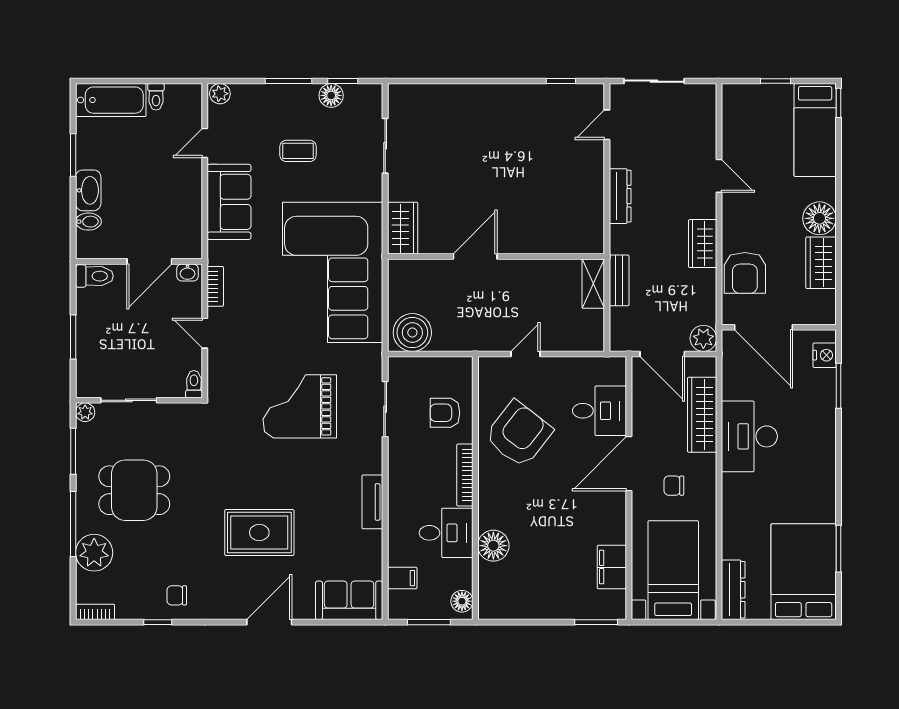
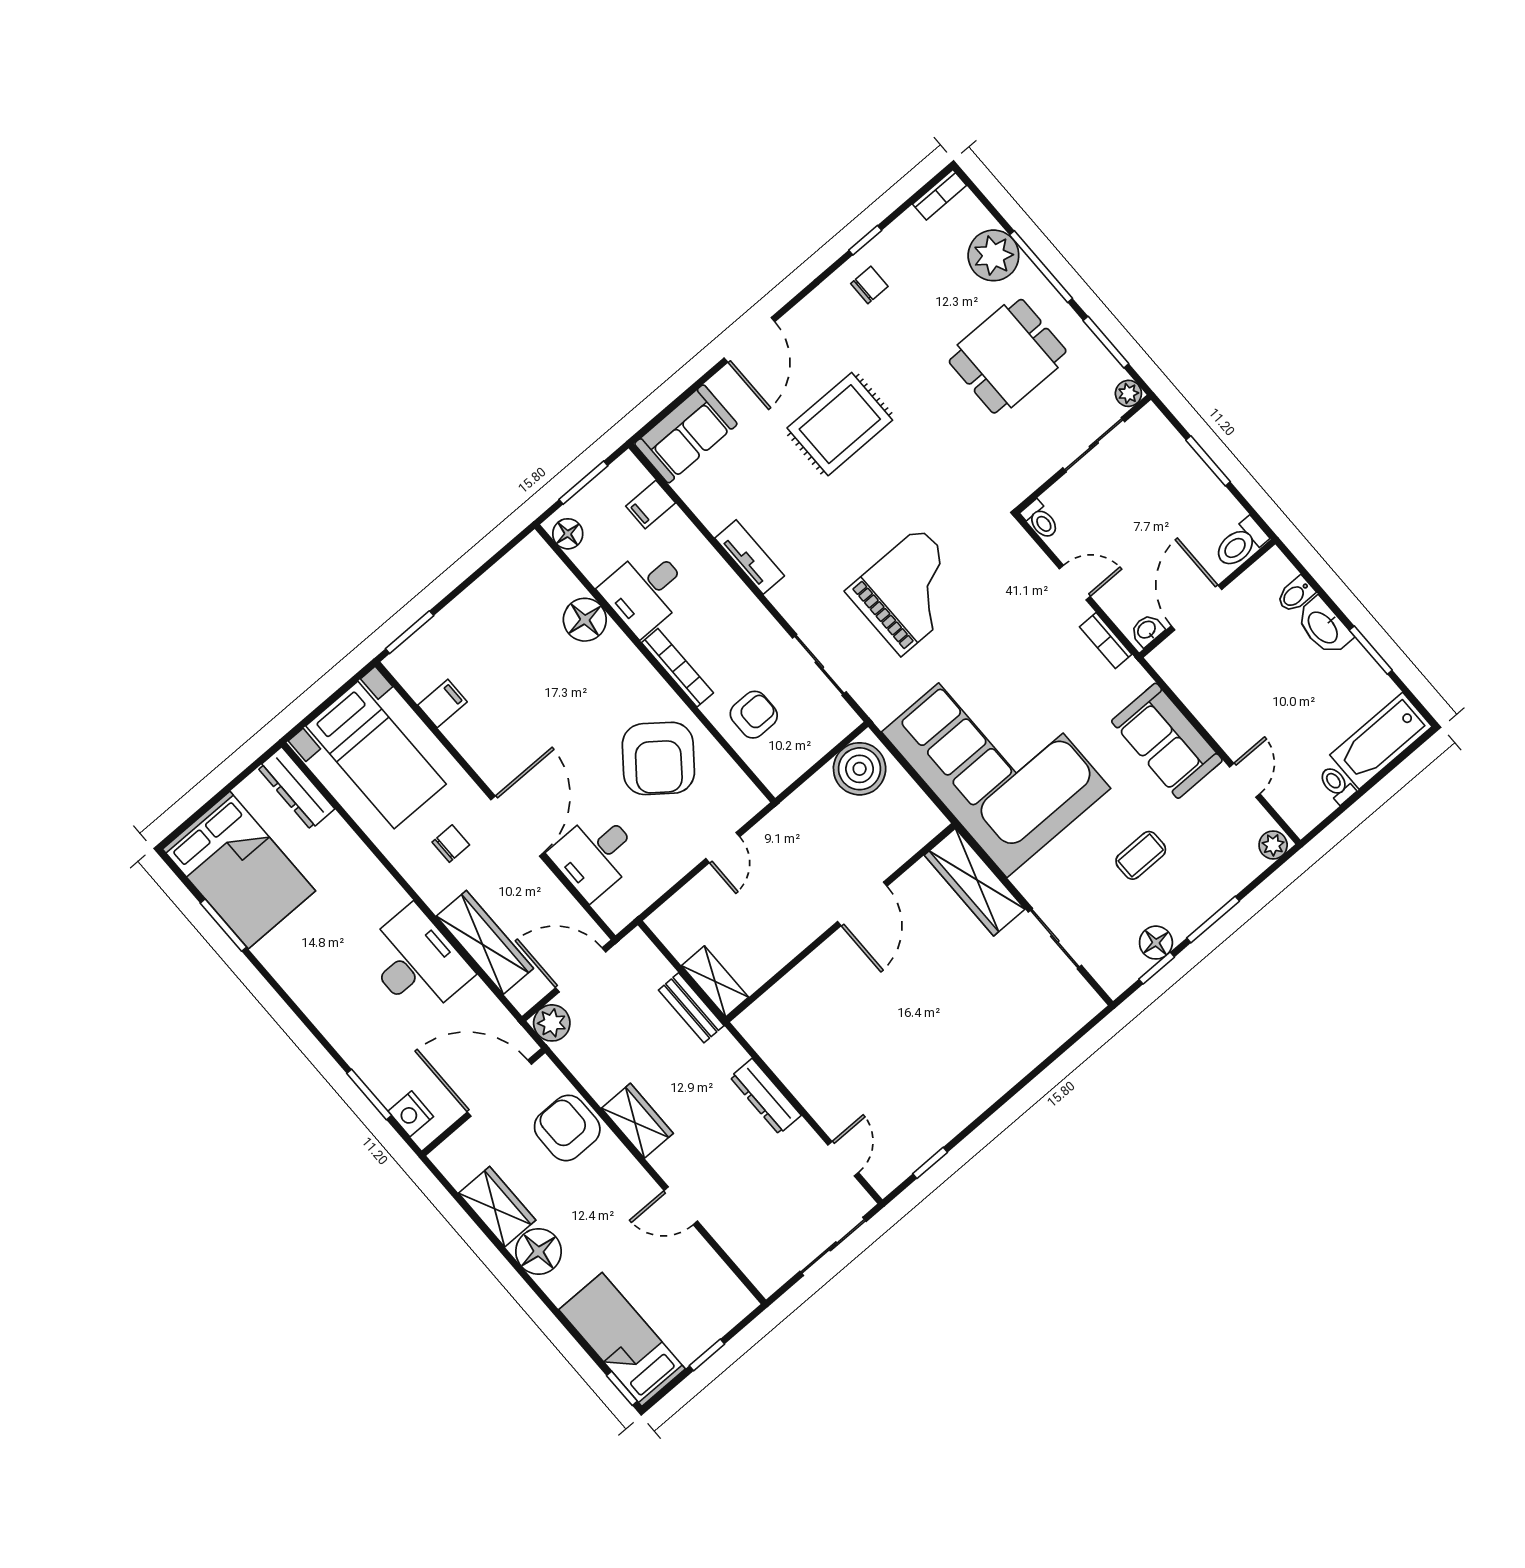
wardrobe: (403, 228) -> (975, 882), width x1.50
filing cabinet: (612, 567) -> (442, 703), width x0.50

